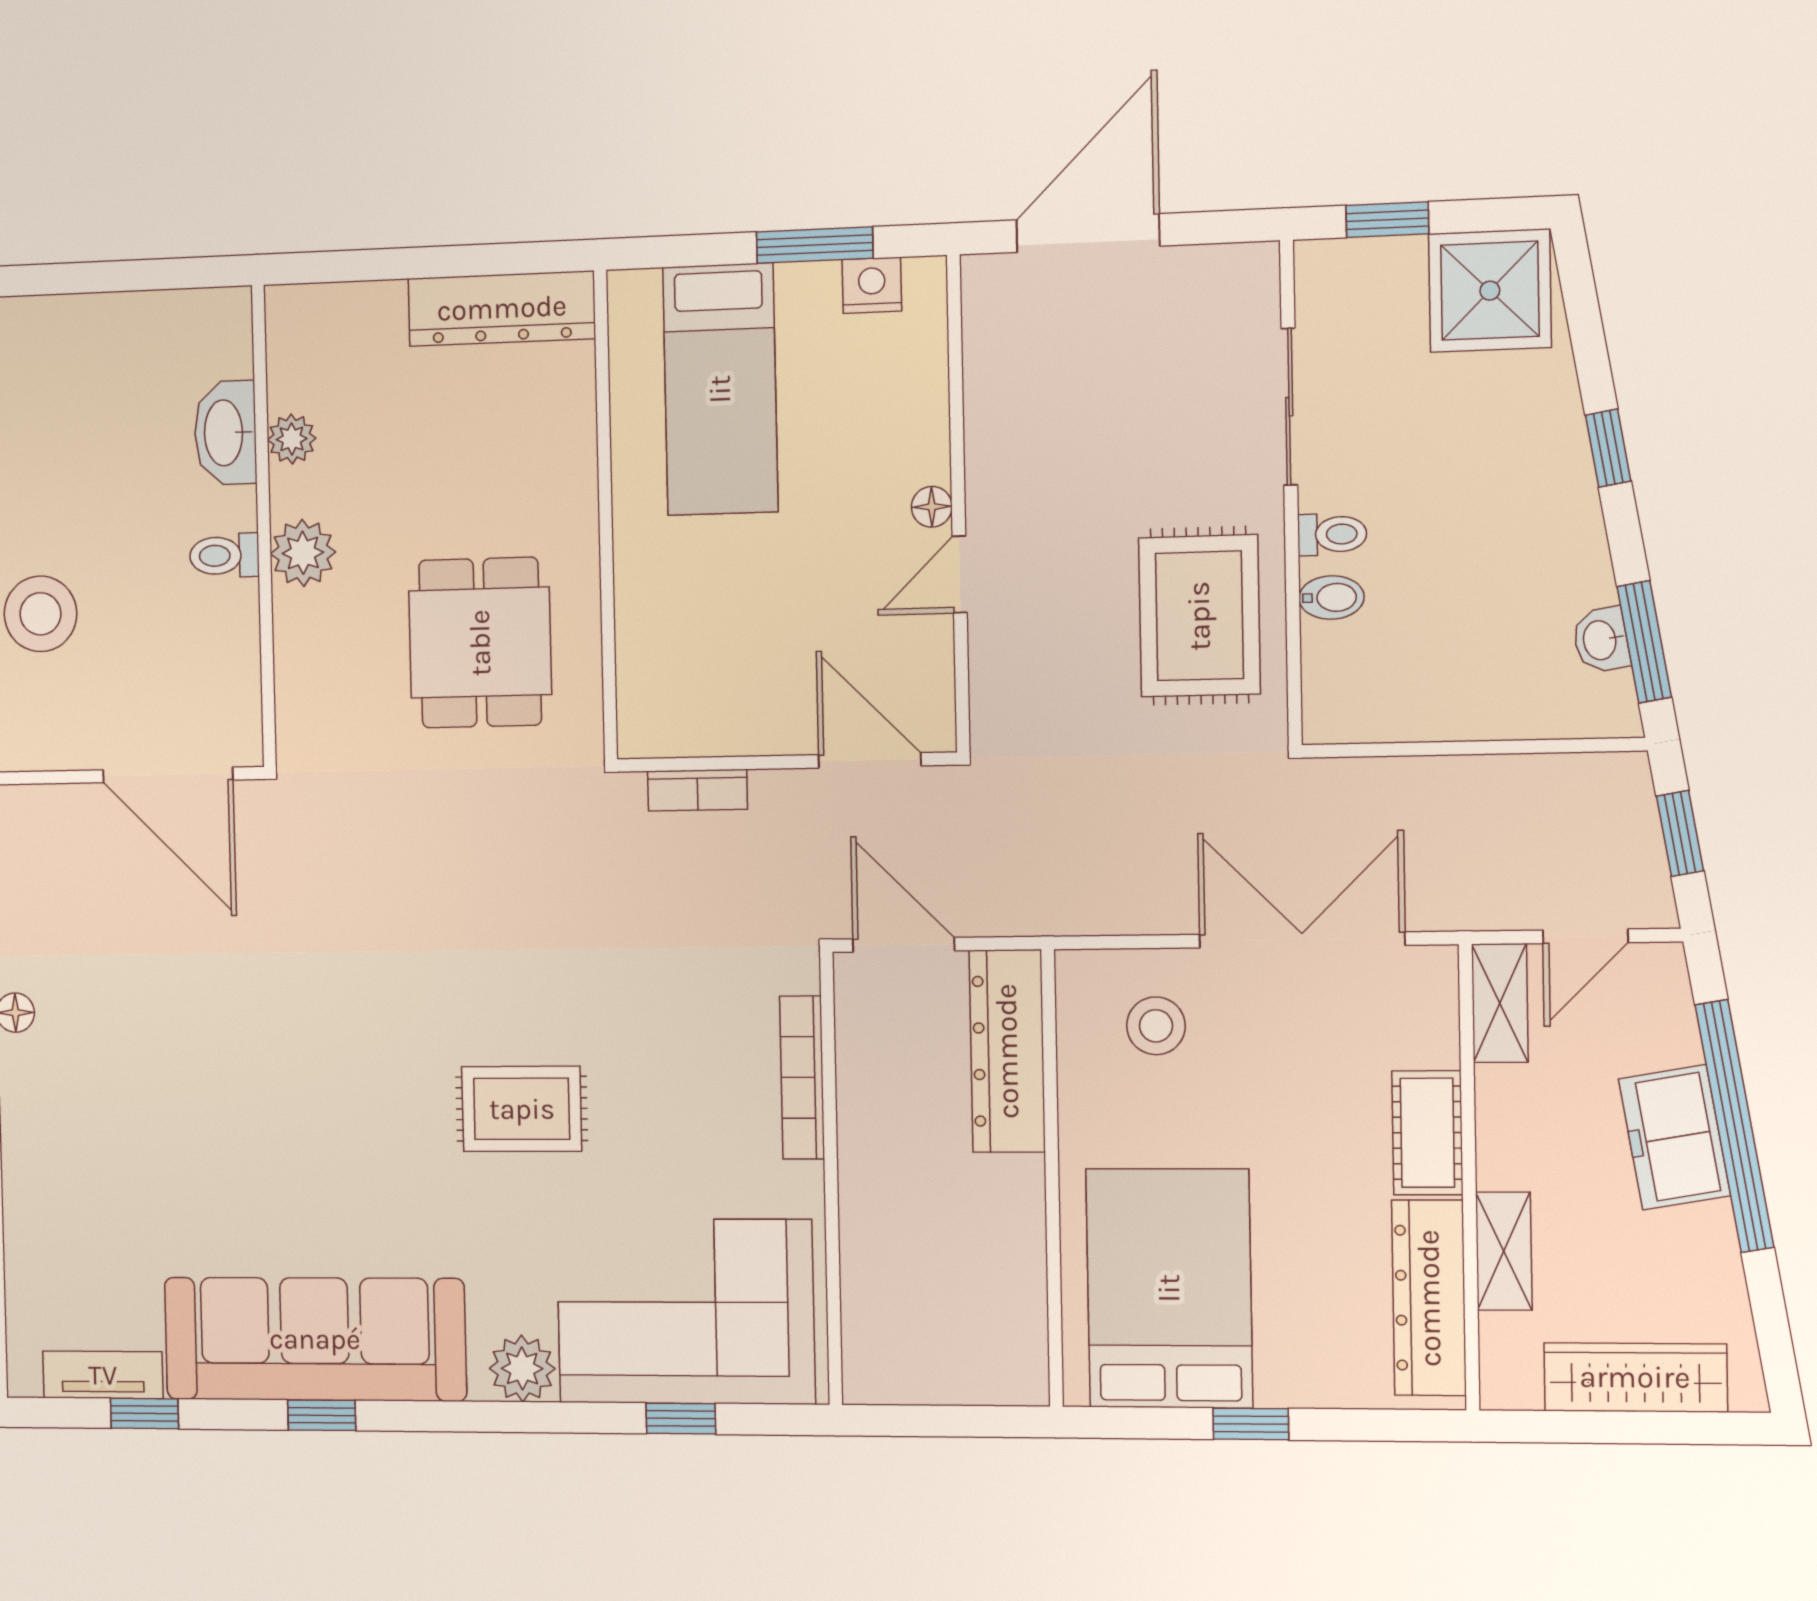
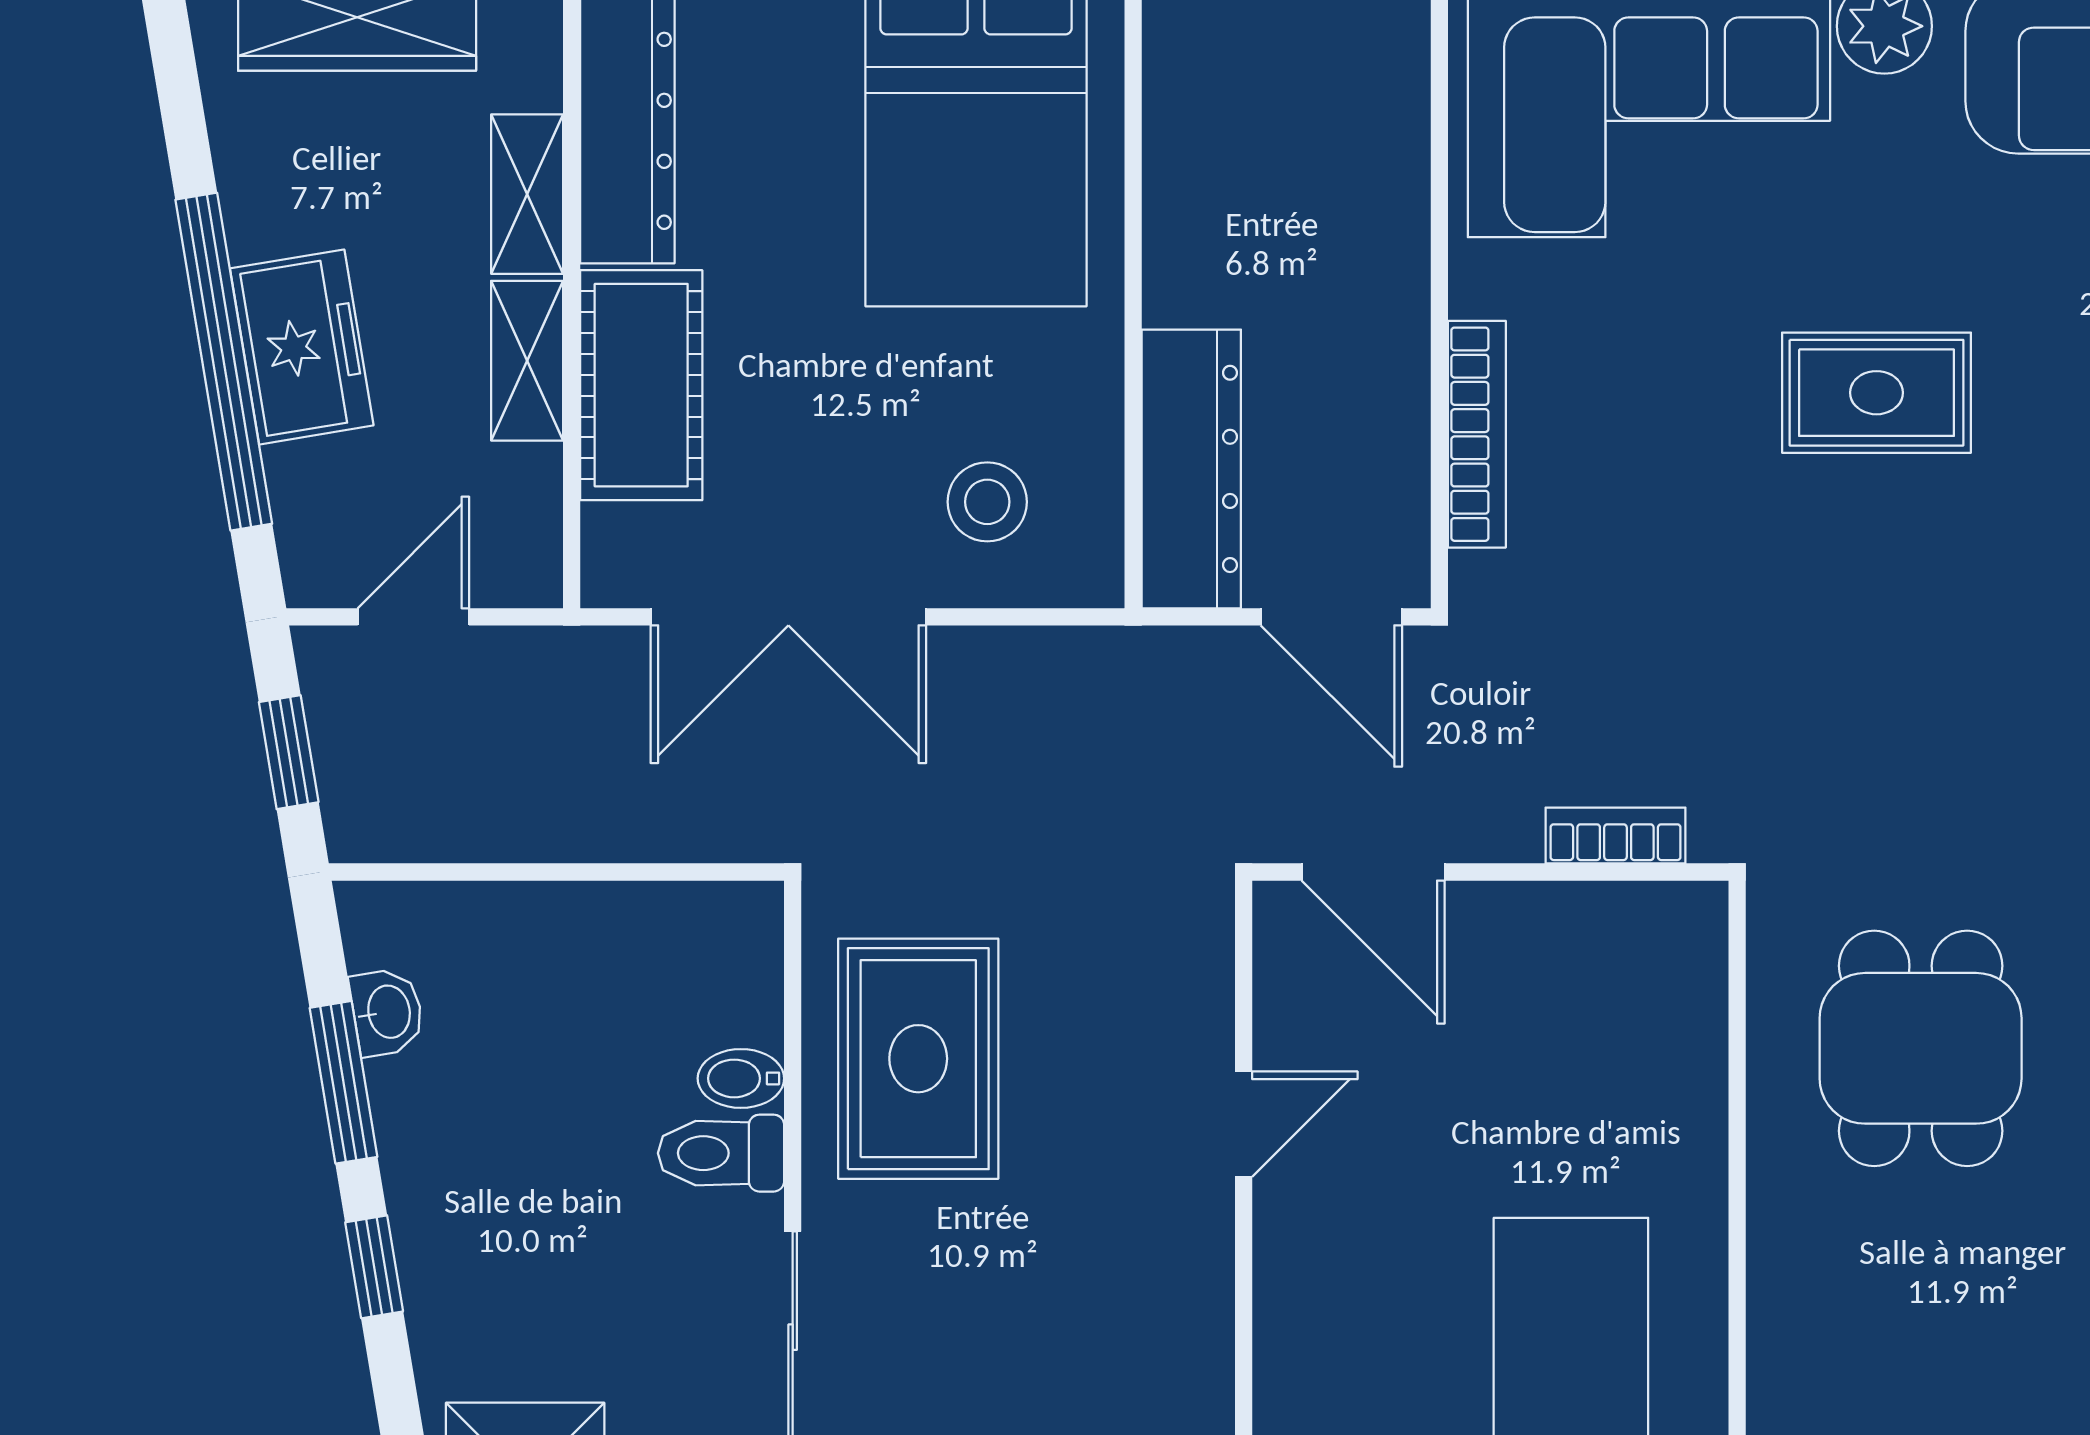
floor lamp: (932, 507) -> (1280, 1218), removed
toilet: (1332, 534) -> (721, 1153), width x1.37, depth x1.39
window: (1644, 642) -> (343, 1082), moved
shelving: (1500, 1003) -> (527, 361), moved
cot: (1427, 1133) -> (641, 385), width x1.37, depth x1.34

